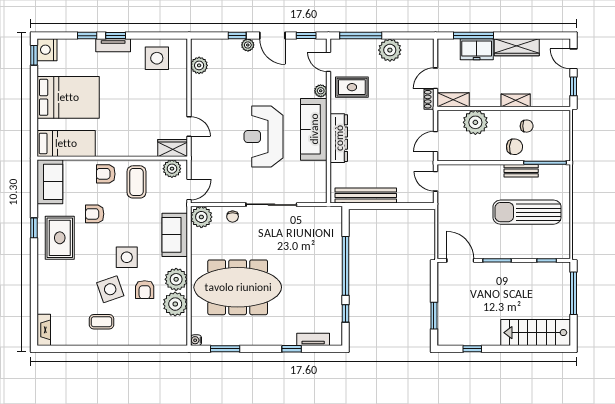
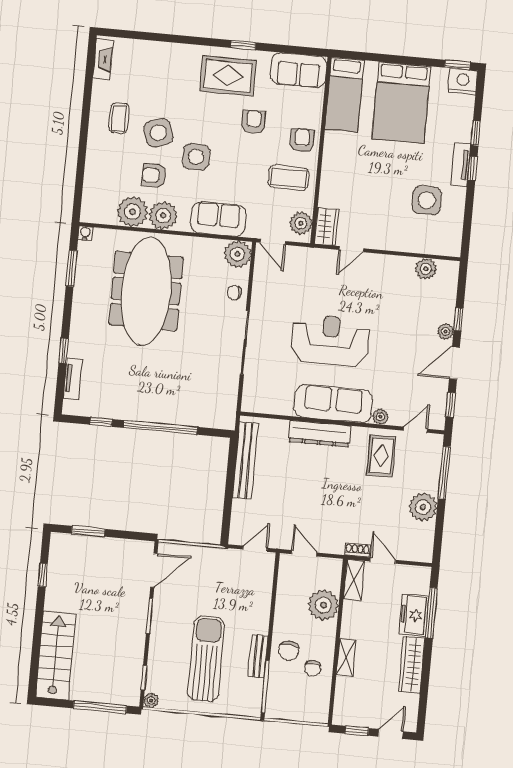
side table: (157, 58) -> (427, 200), moved
plant: (564, 253) -> (151, 700), added
fireplace: (44, 330) -> (103, 59), moved, turned -90

